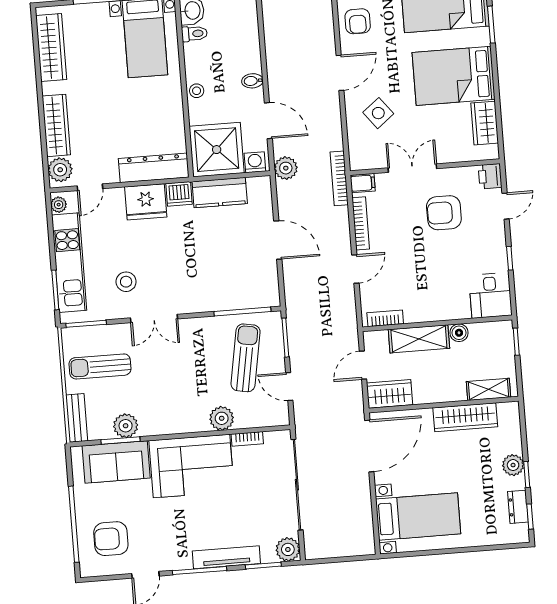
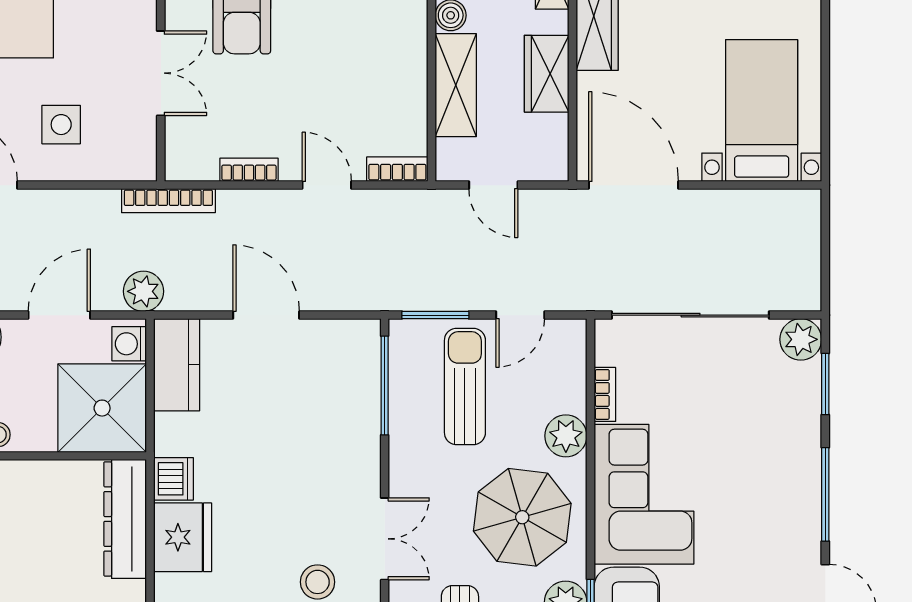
side table: (378, 113) -> (61, 125), turned 38
double door: (412, 168) -> (161, 73), swing flipped
filing cabinet: (363, 183) -> (180, 161), removed
kitchen counter: (220, 193) -> (177, 365), moved
bookcase: (361, 223) -> (249, 170), width x0.64
door: (278, 240) -> (266, 315), hinge flipped
bookcase: (385, 318) -> (397, 169), moved, turned 90
sun lounger: (246, 358) -> (465, 386), turned 80
wardrobe: (390, 394) -> (547, 74), moved
parasol: (173, 397) -> (522, 517), added
tv unit: (226, 557) -> (806, 446), removed

